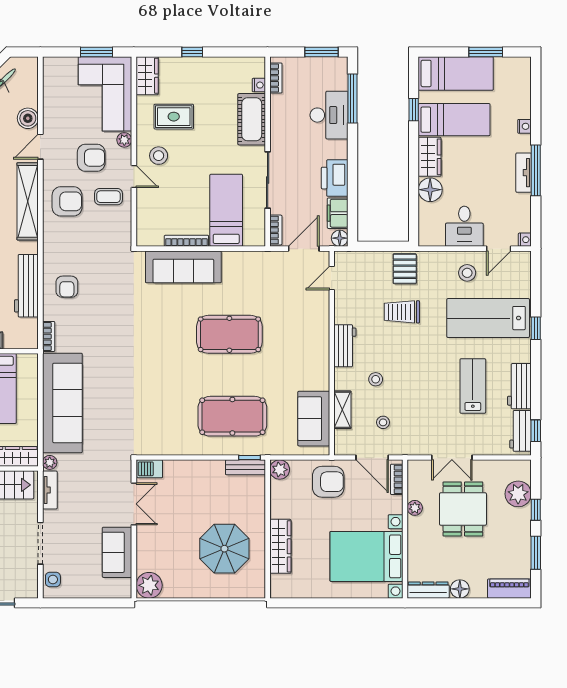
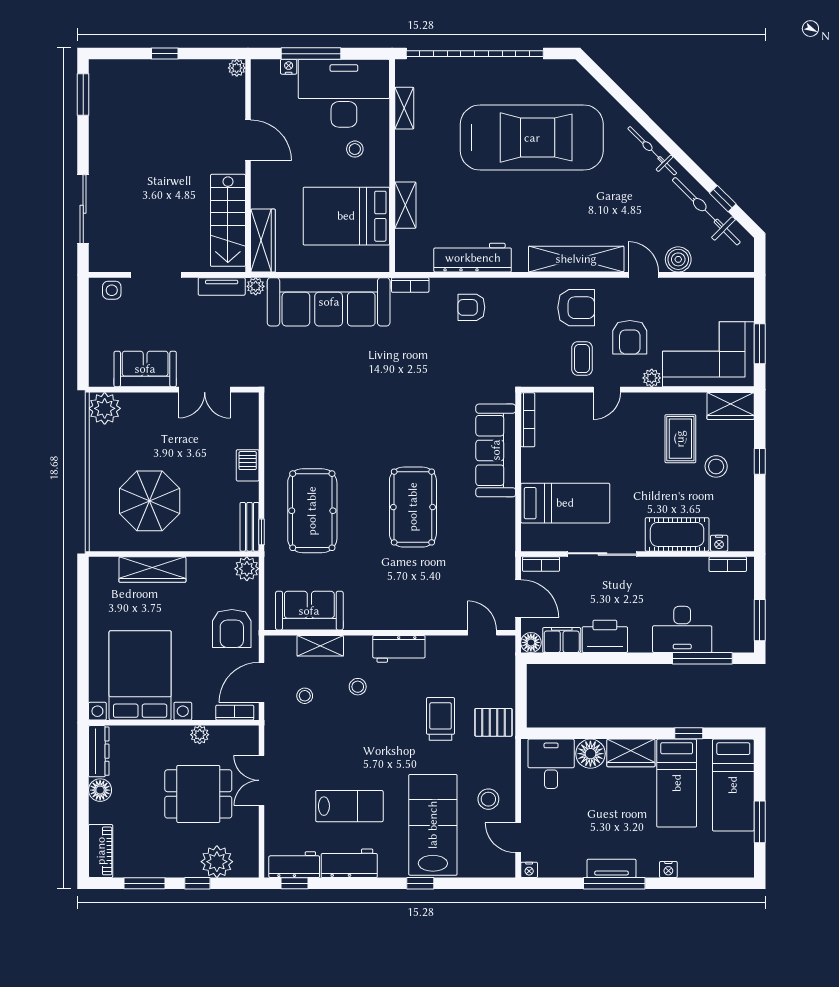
stool: (159, 156) -> (716, 466), moved
armchair: (67, 201) -> (576, 308), turned -90
desk: (464, 226) -> (551, 764), moved, turned 90
bookcase: (186, 241) -> (528, 420), moved
barbecue: (150, 469) -> (248, 465), moved

